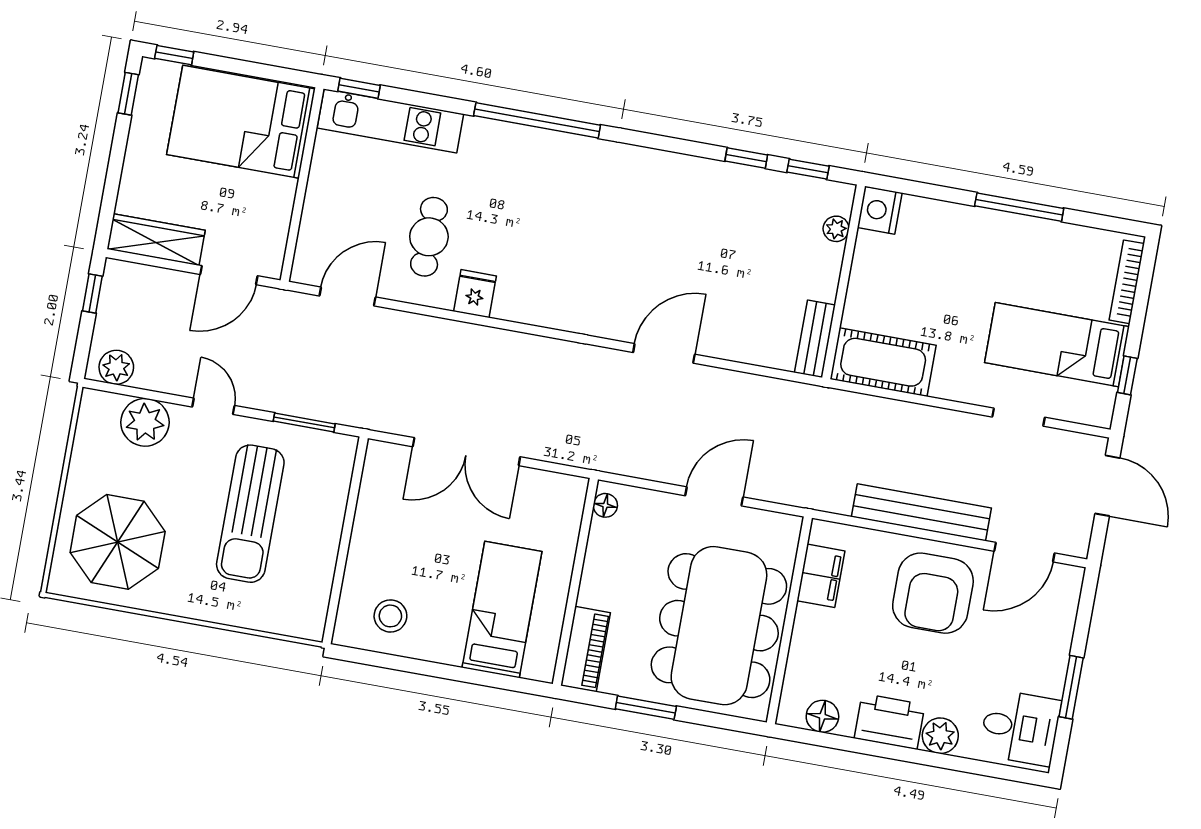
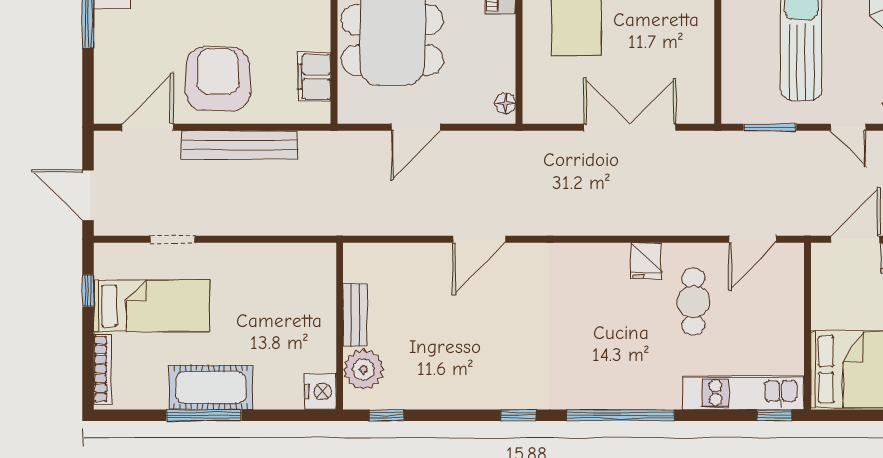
window: (746, 158) -> (518, 415), moved
plant: (836, 229) -> (363, 369), width x1.88, depth x1.88
bench: (815, 339) -> (355, 315), moved
cot: (883, 362) -> (211, 387), moved

